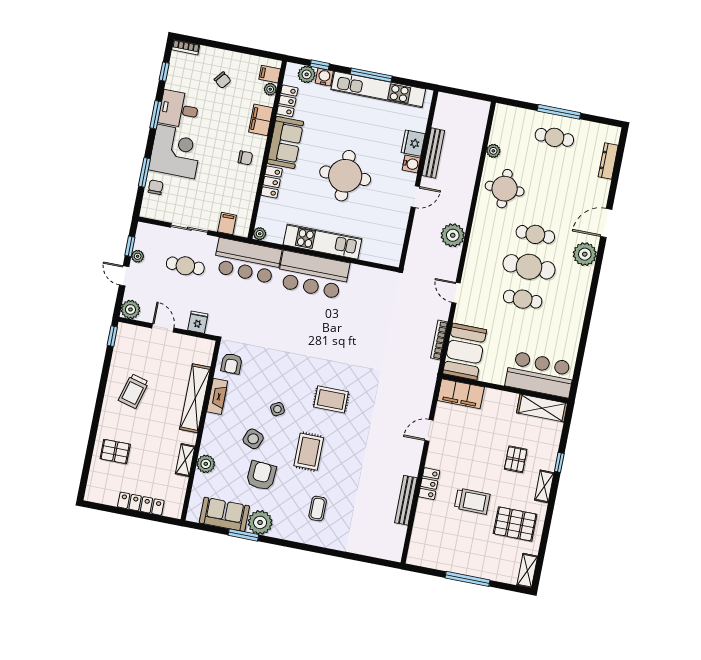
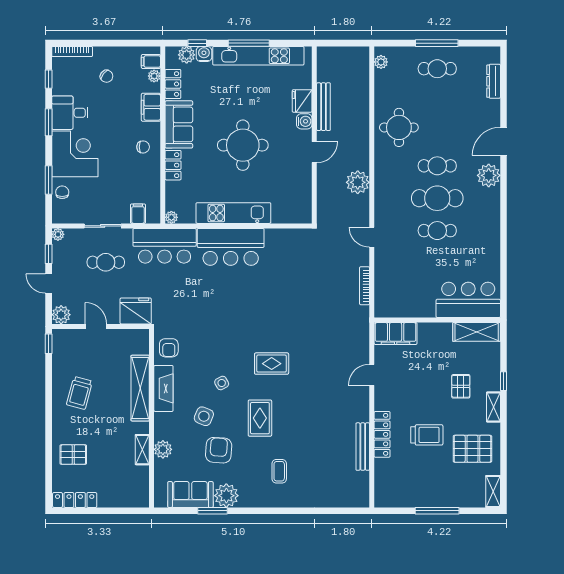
bookcase: (186, 47) -> (72, 52), width x1.56
plant: (493, 151) -> (381, 62), moved
plant: (138, 256) -> (58, 234), moved
fridge: (198, 322) -> (136, 311), width x1.88, depth x1.34
booth: (465, 352) -> (391, 292), removed
fireplace: (217, 396) -> (163, 388), width x1.37, depth x1.32
locker: (429, 484) -> (382, 434), width x1.53
locker: (141, 504) -> (75, 500), moved

